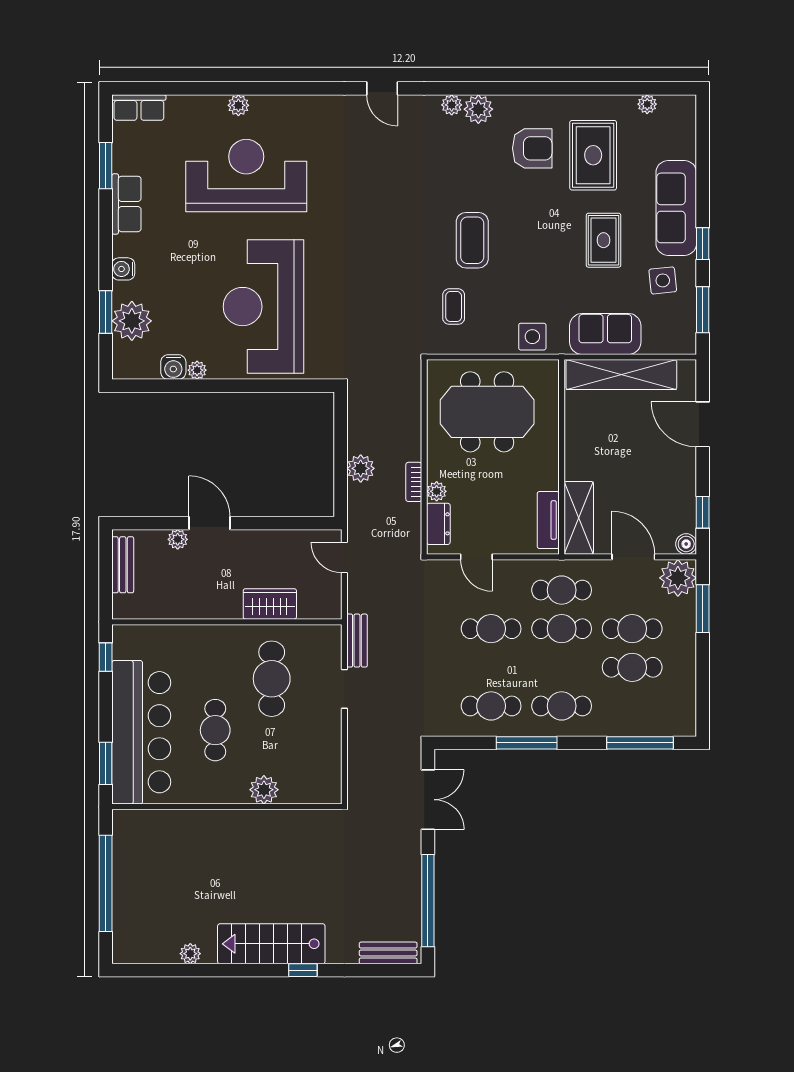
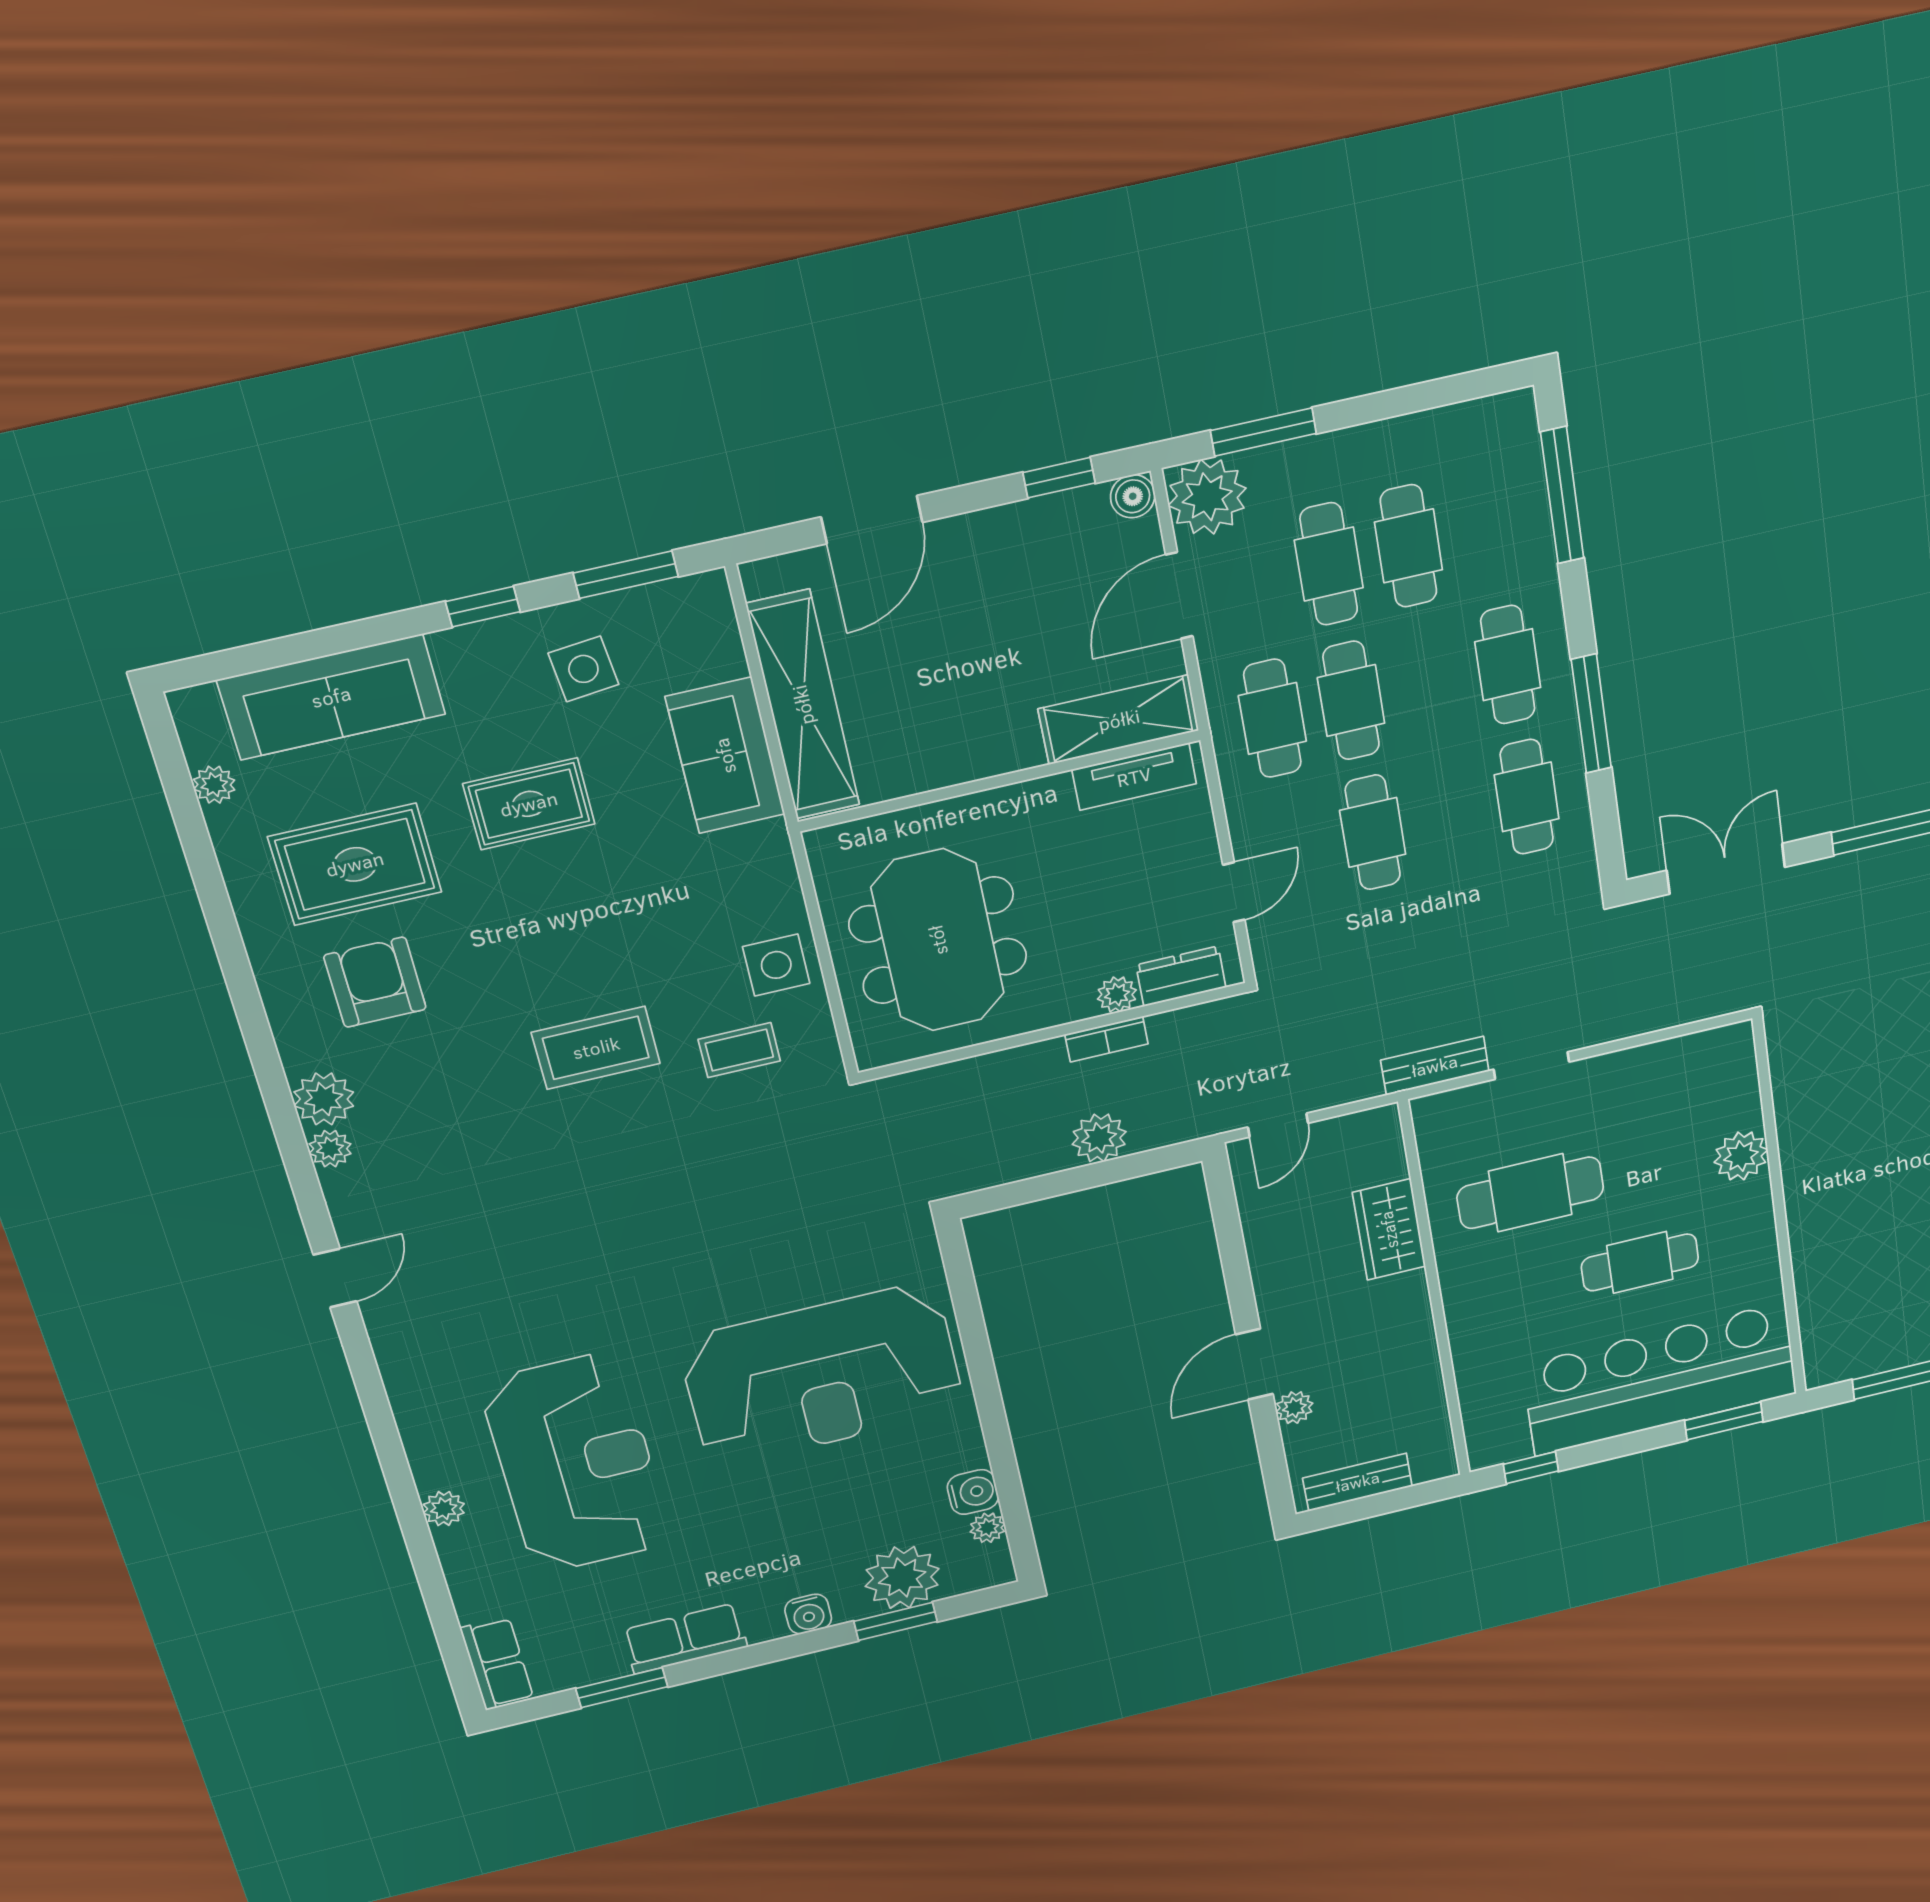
reception desk: (246, 176) -> (576, 1463), turned 180
sofa: (676, 208) -> (331, 697), moved
side table: (532, 337) -> (776, 965), moved
plant: (197, 370) -> (988, 1528), moved

